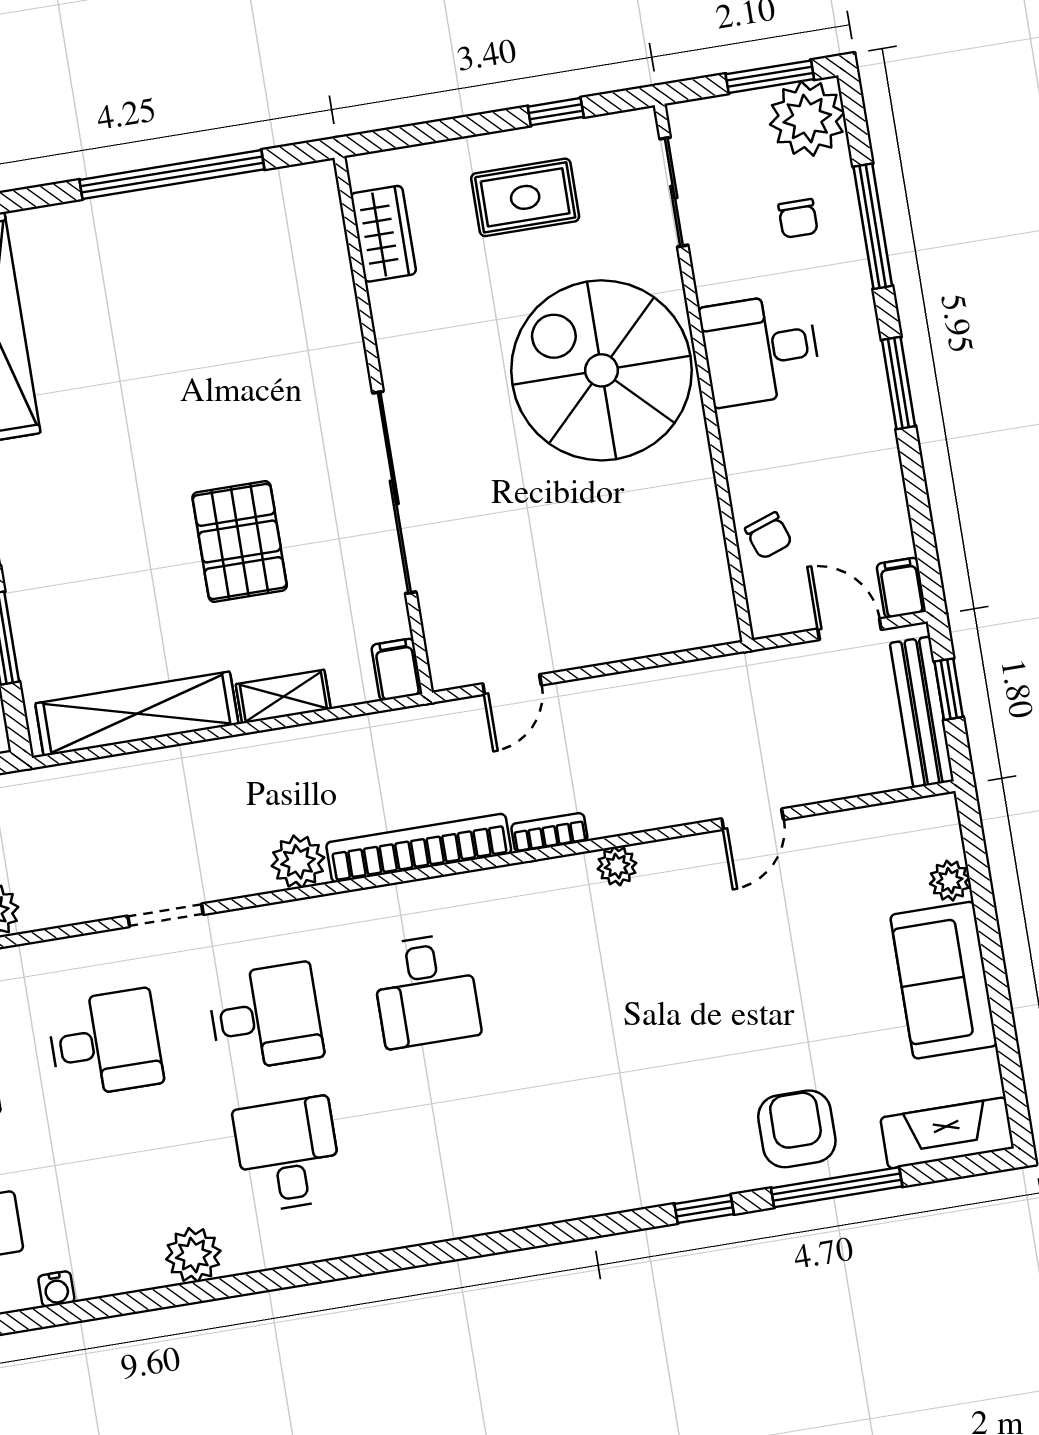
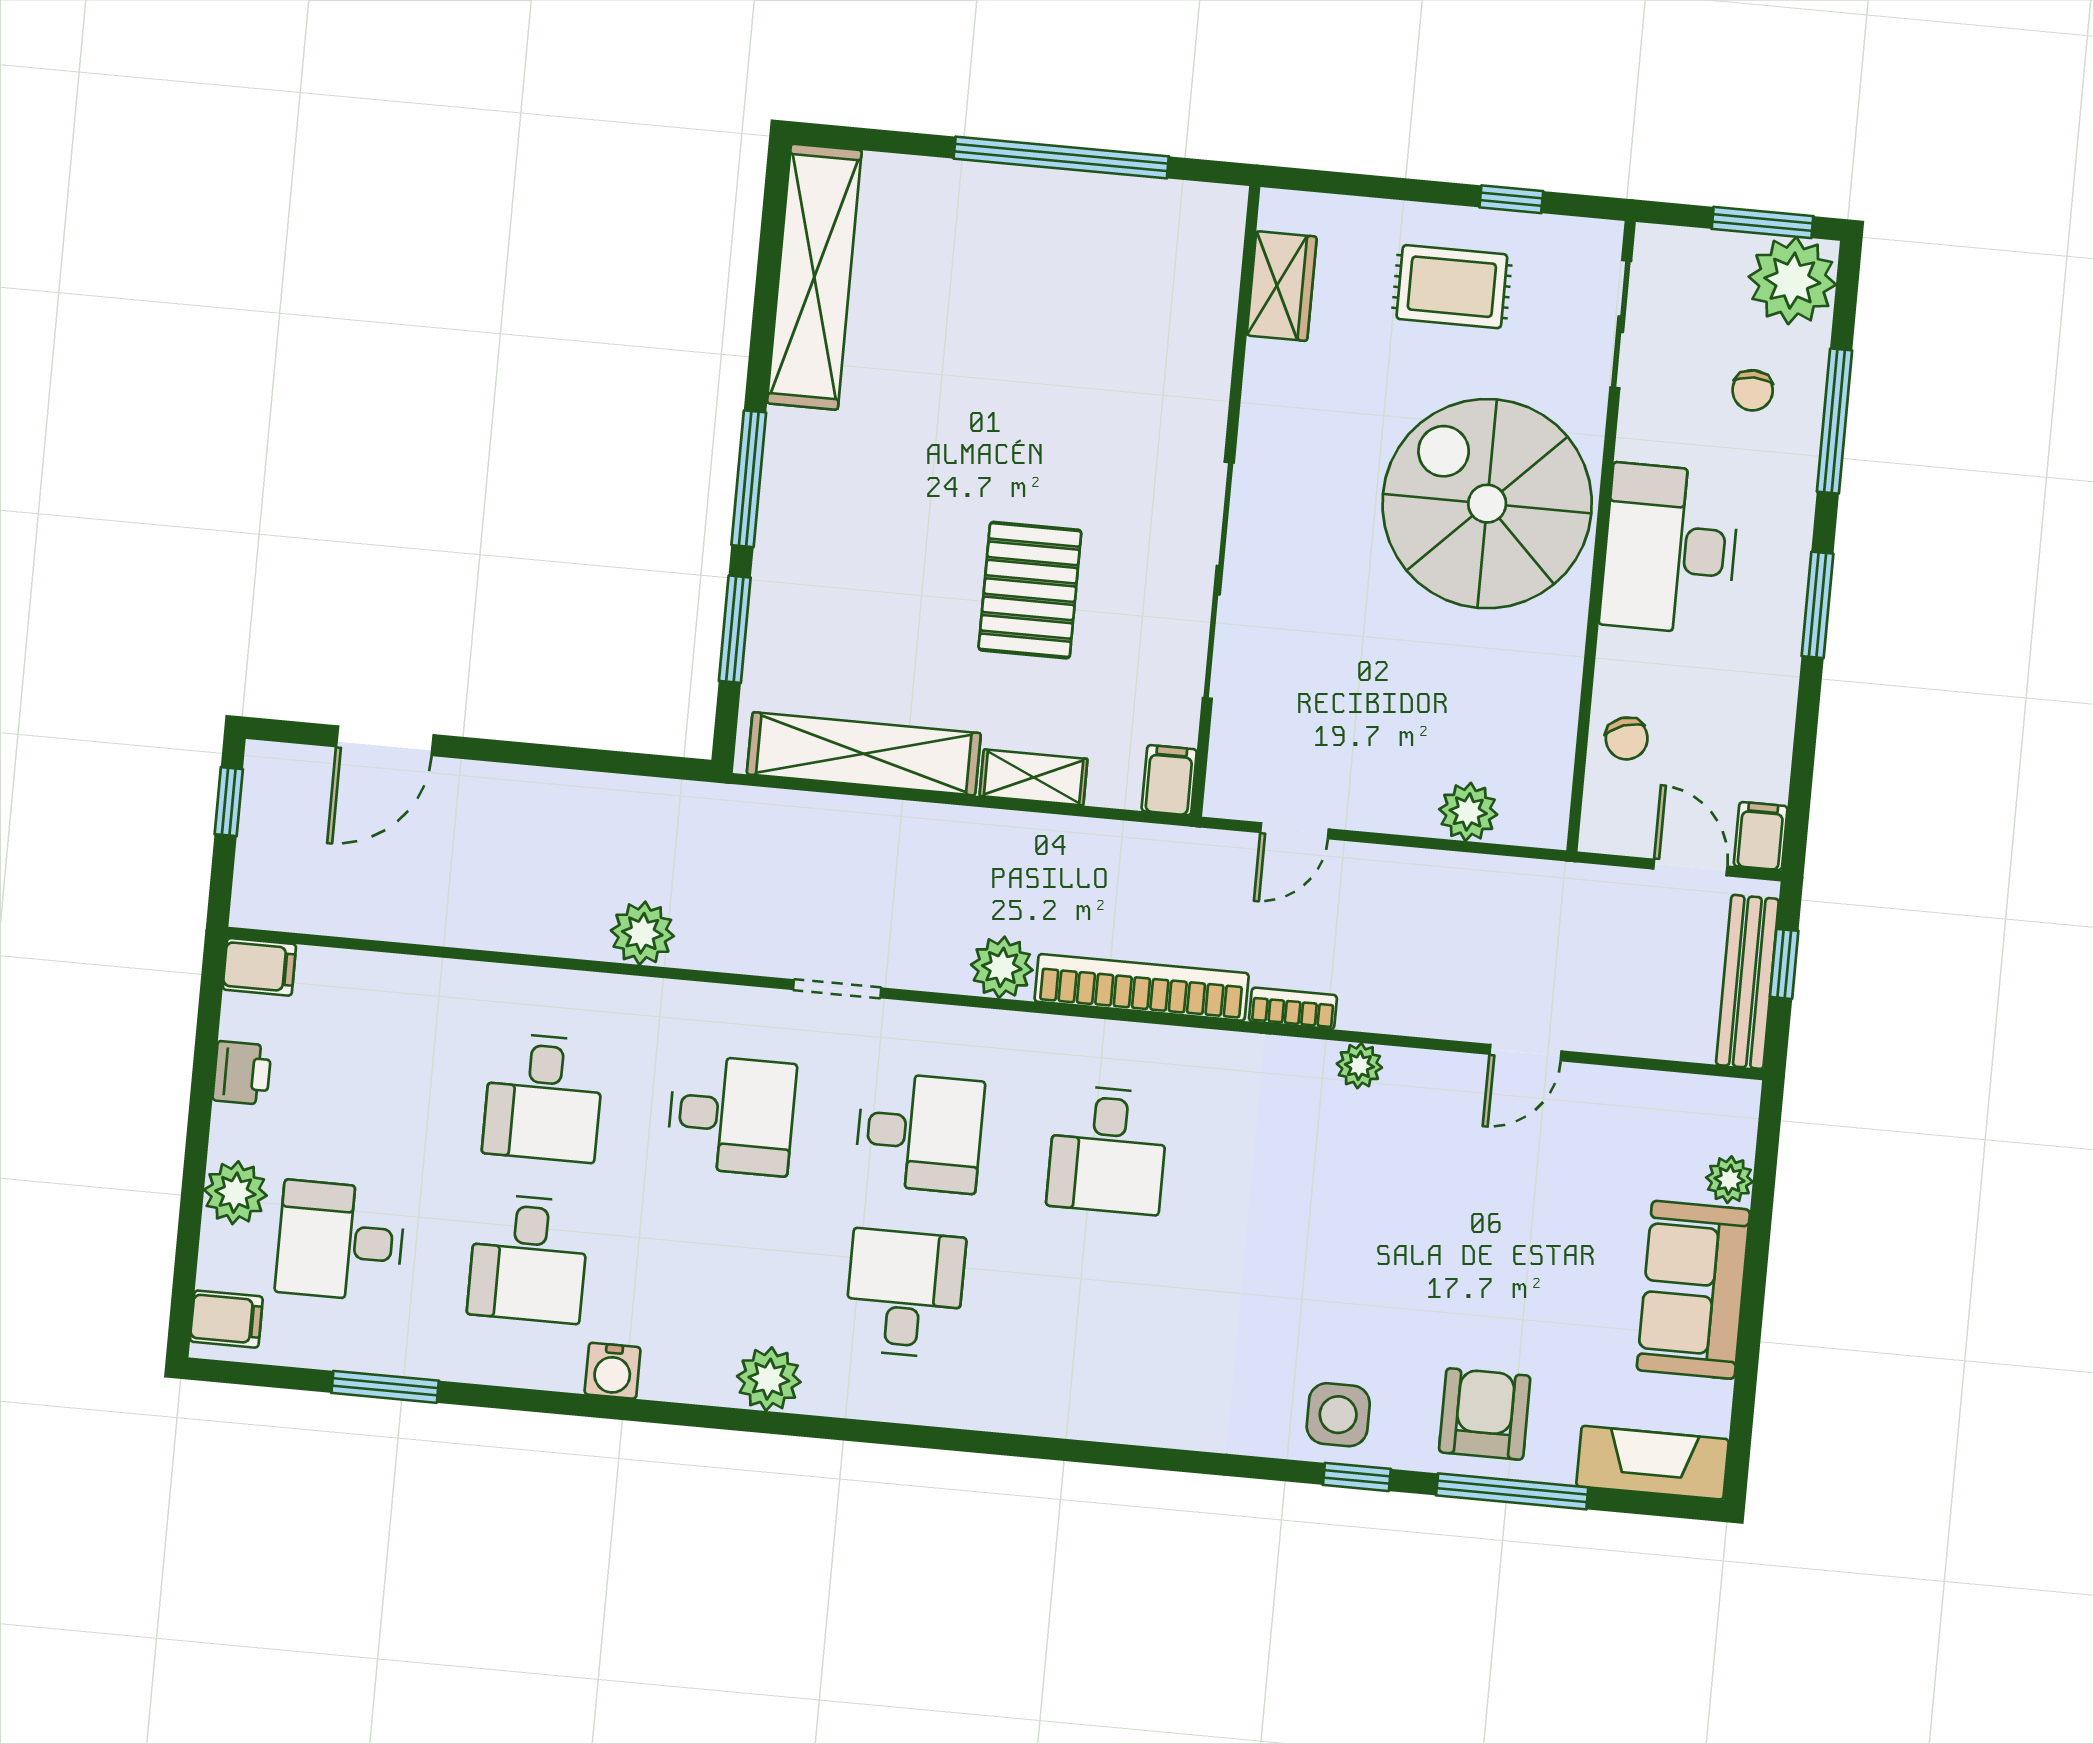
desk: (760, 350) -> (1670, 549), width x1.37
plant: (653, 631) -> (1468, 812), added
side table: (675, 1161) -> (1338, 1415), added
water cooler: (56, 1289) -> (613, 1371), width x1.38, depth x1.38

